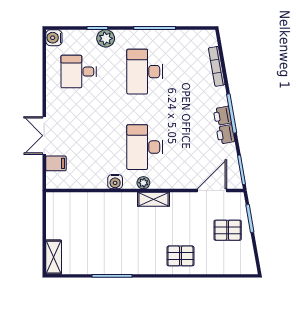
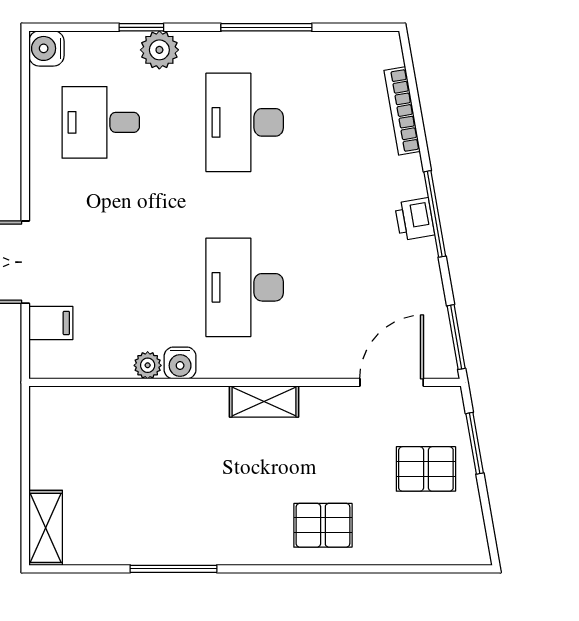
printer: (226, 134) -> (421, 259), removed
plant: (143, 183) -> (148, 365), moved

